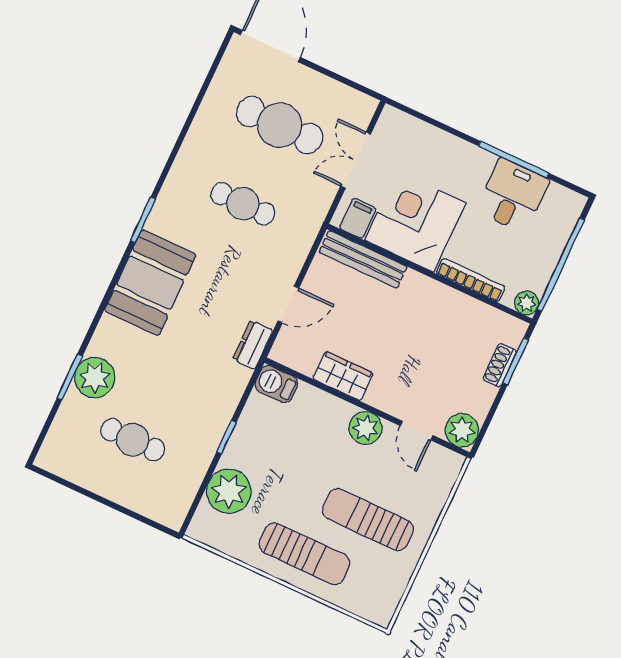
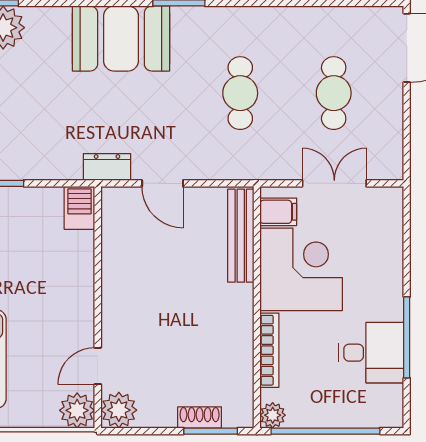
cafe table: (280, 125) -> (334, 93), width x0.73, depth x0.74
wardrobe: (343, 376) -> (118, 269), removed
plant: (365, 428) -> (77, 410), moved

